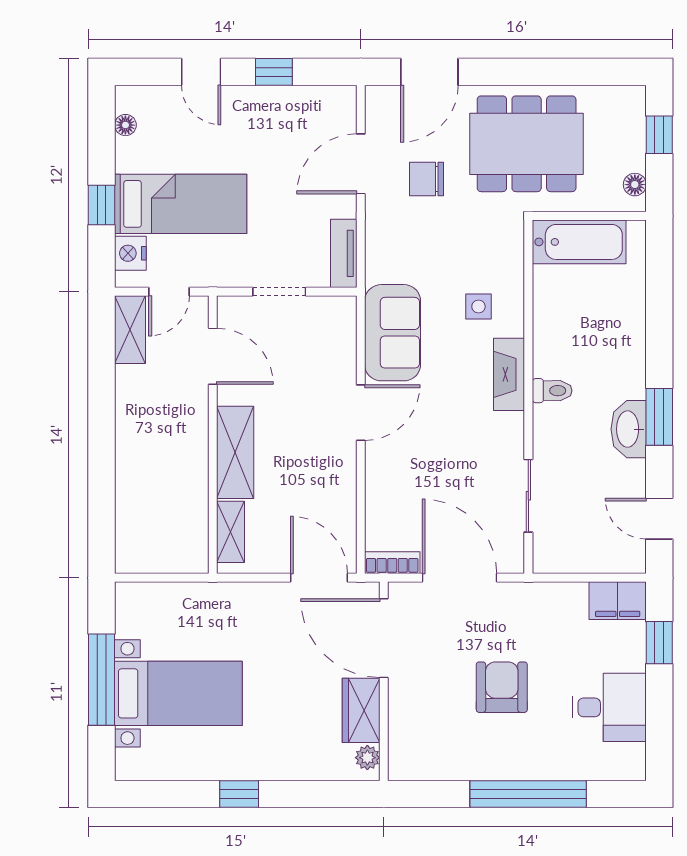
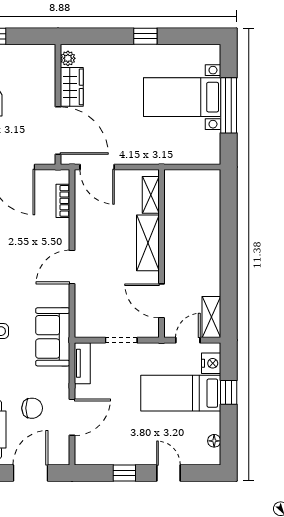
sofa: (393, 333) -> (53, 337), moved
bookcase: (392, 563) -> (63, 201), moved, turned 90

